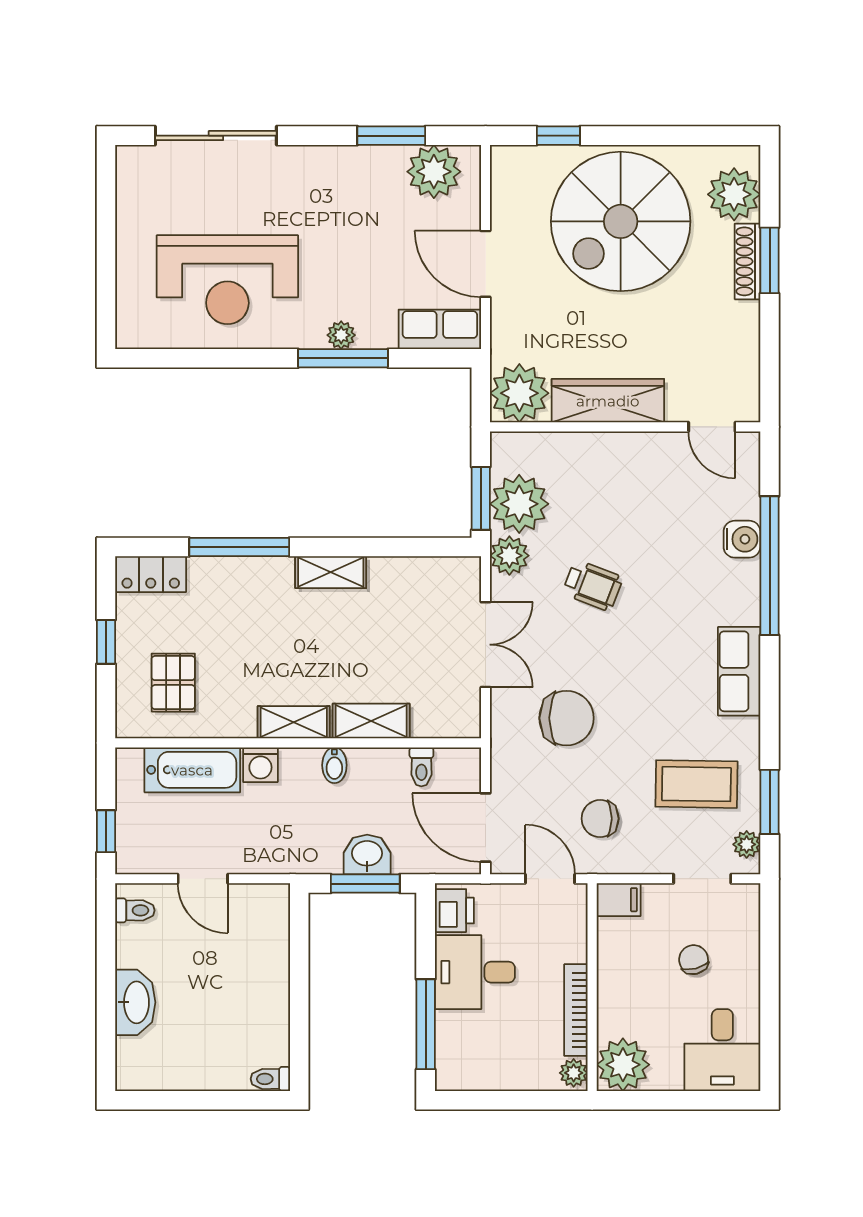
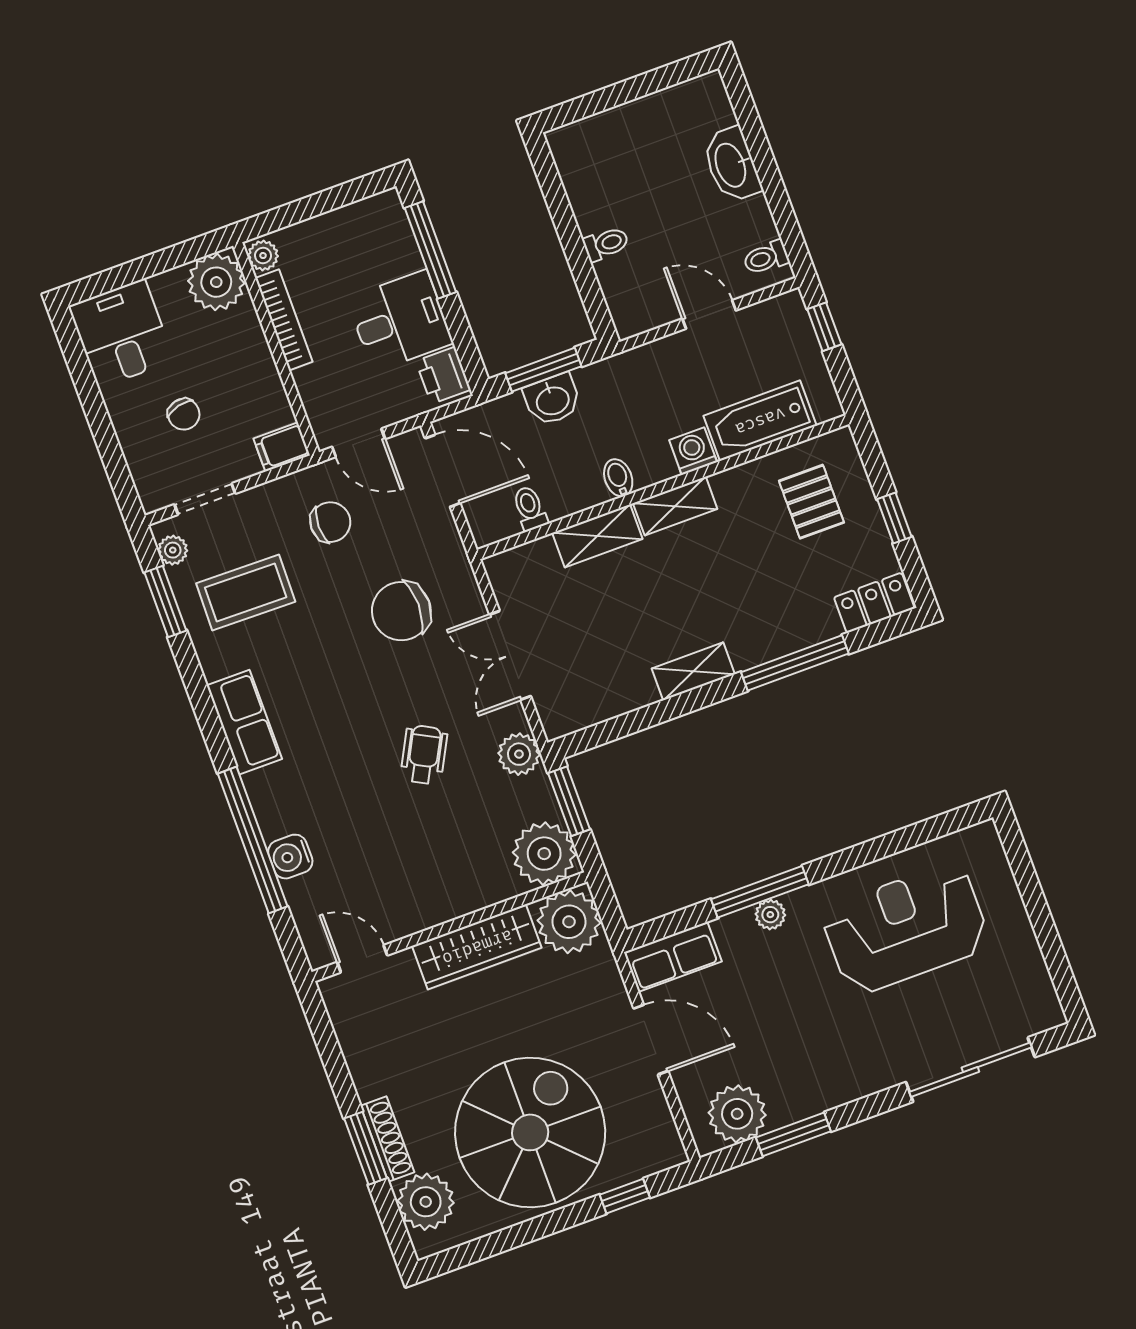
plant: (519, 504) -> (544, 854), moved
wheelchair: (593, 585) -> (424, 755), turned 97
toilet: (270, 1079) -> (606, 244), moved

